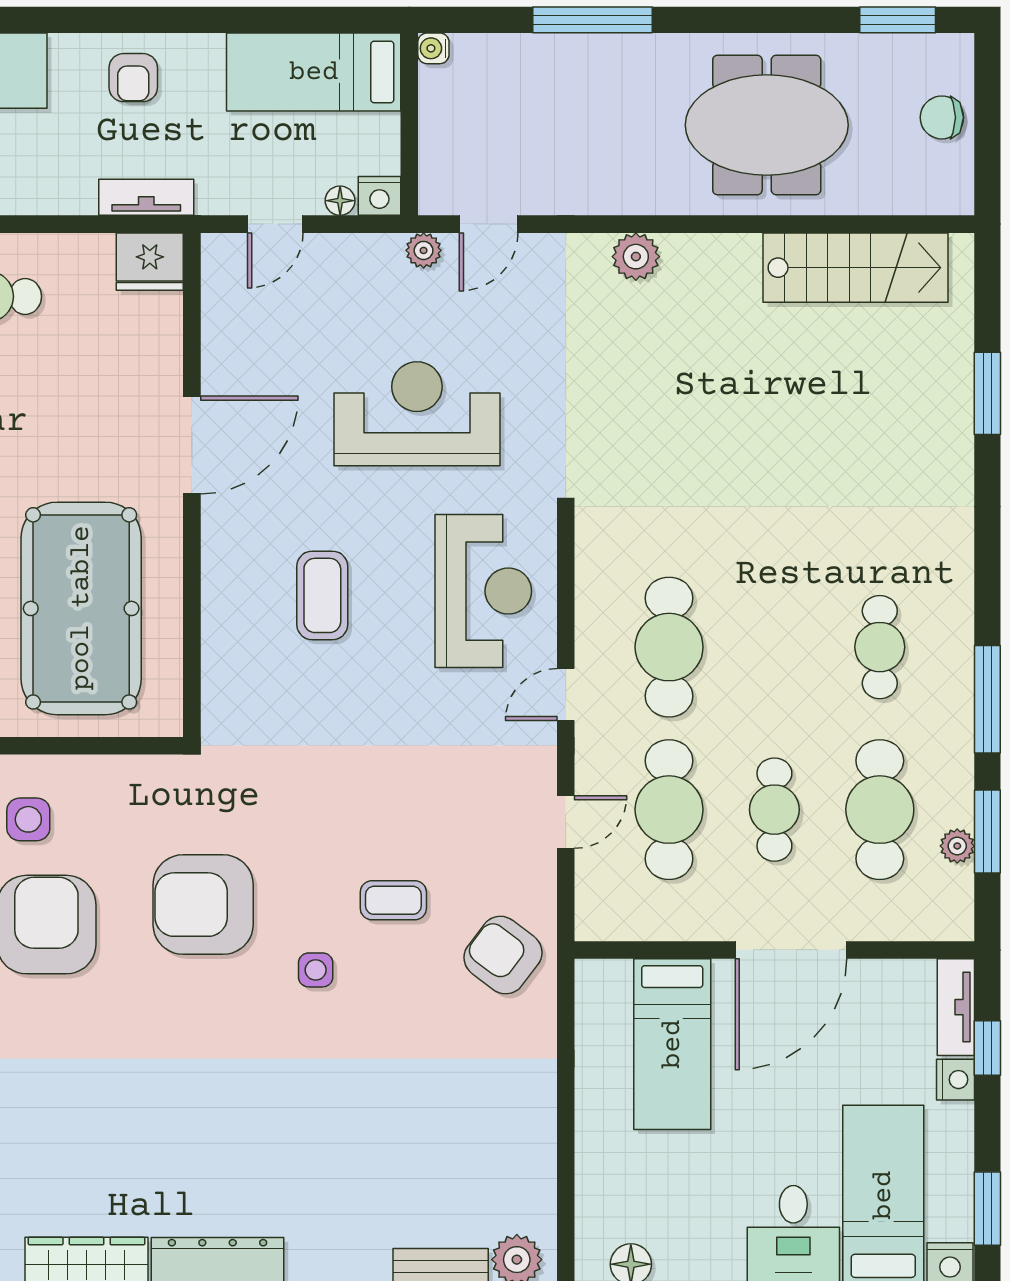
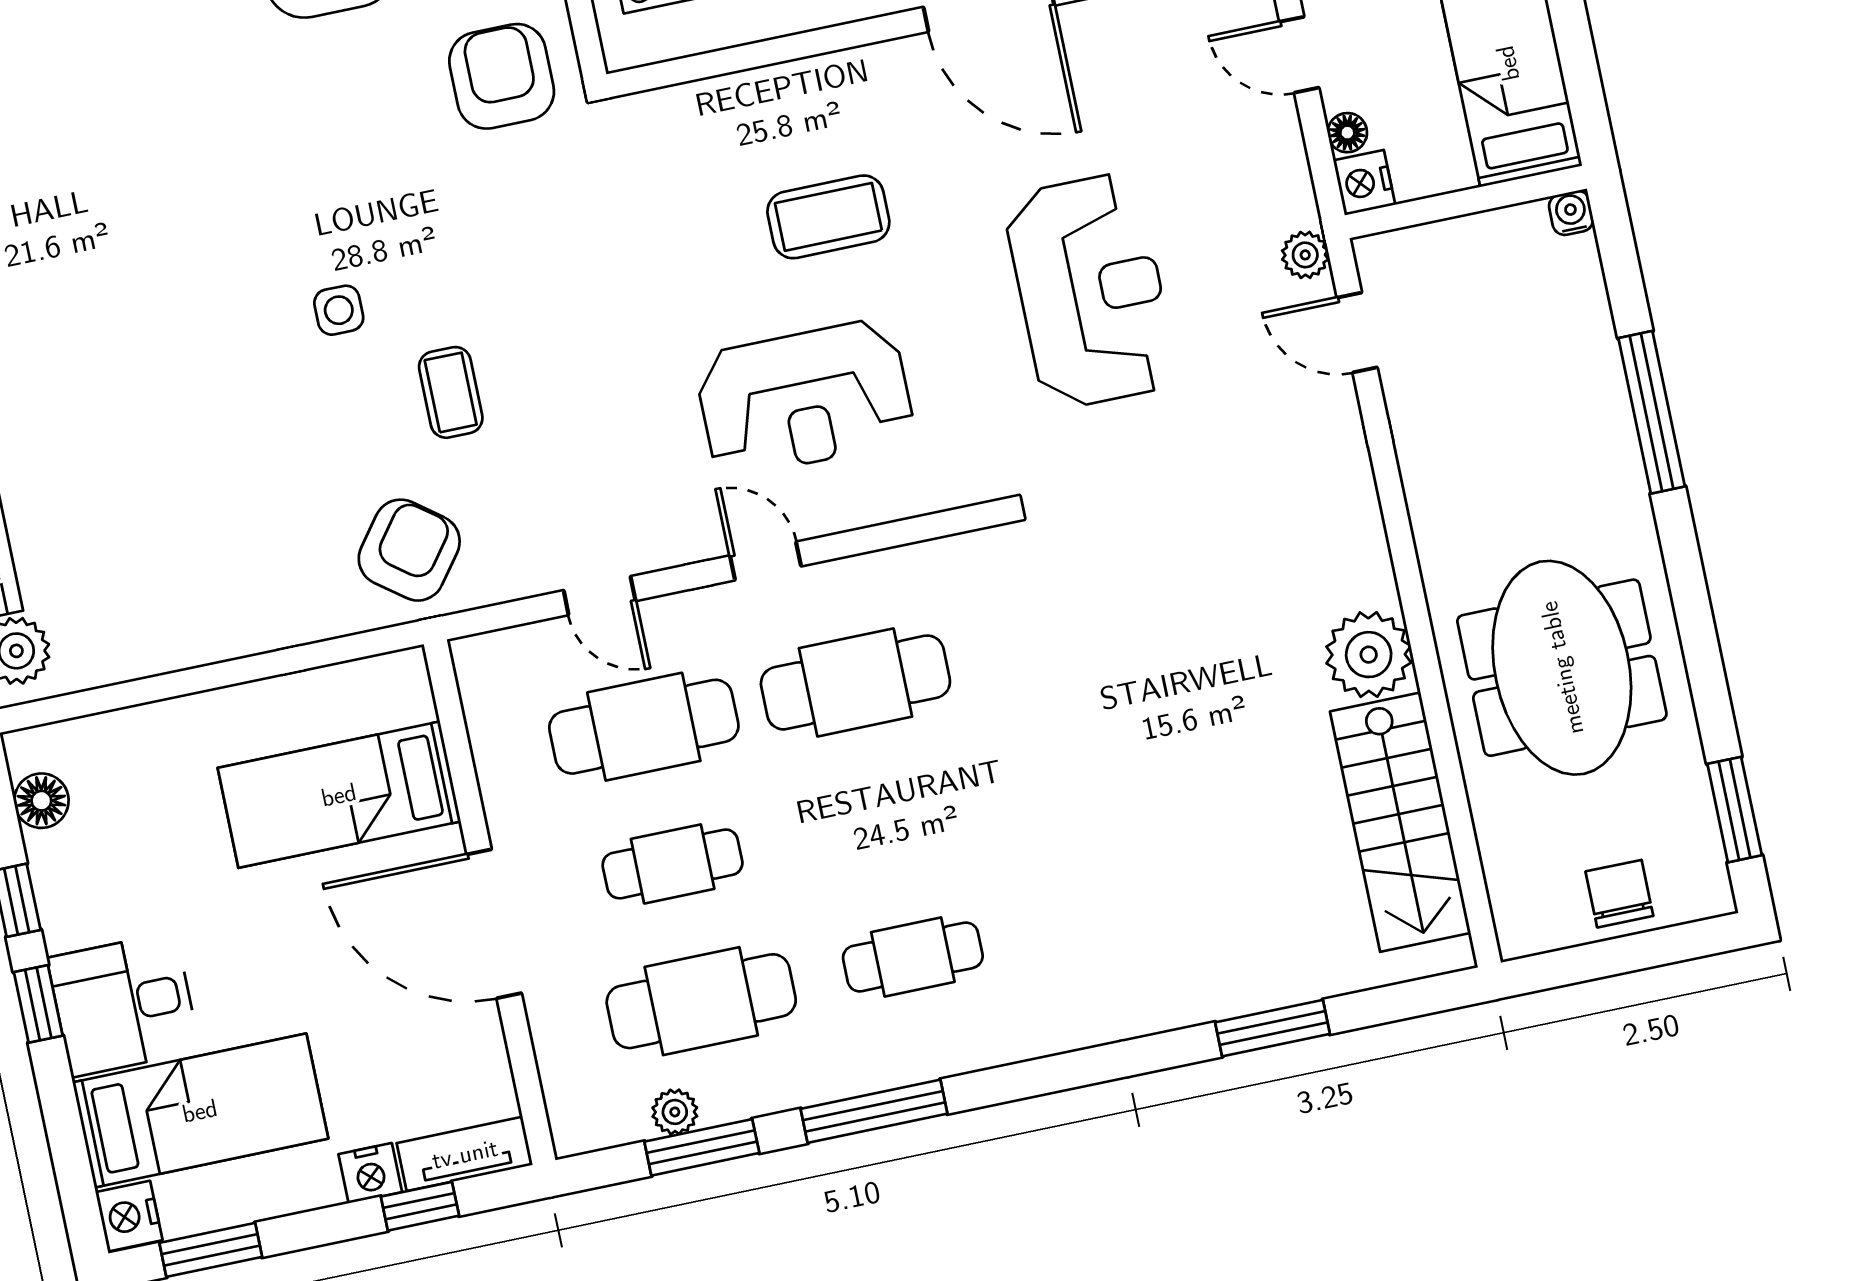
plant: (636, 257) -> (1369, 655), moved, width x1.36, depth x1.36
reception desk: (483, 591) -> (805, 398), moved
armchair: (203, 905) -> (502, 76), moved, width x0.73, depth x0.73

